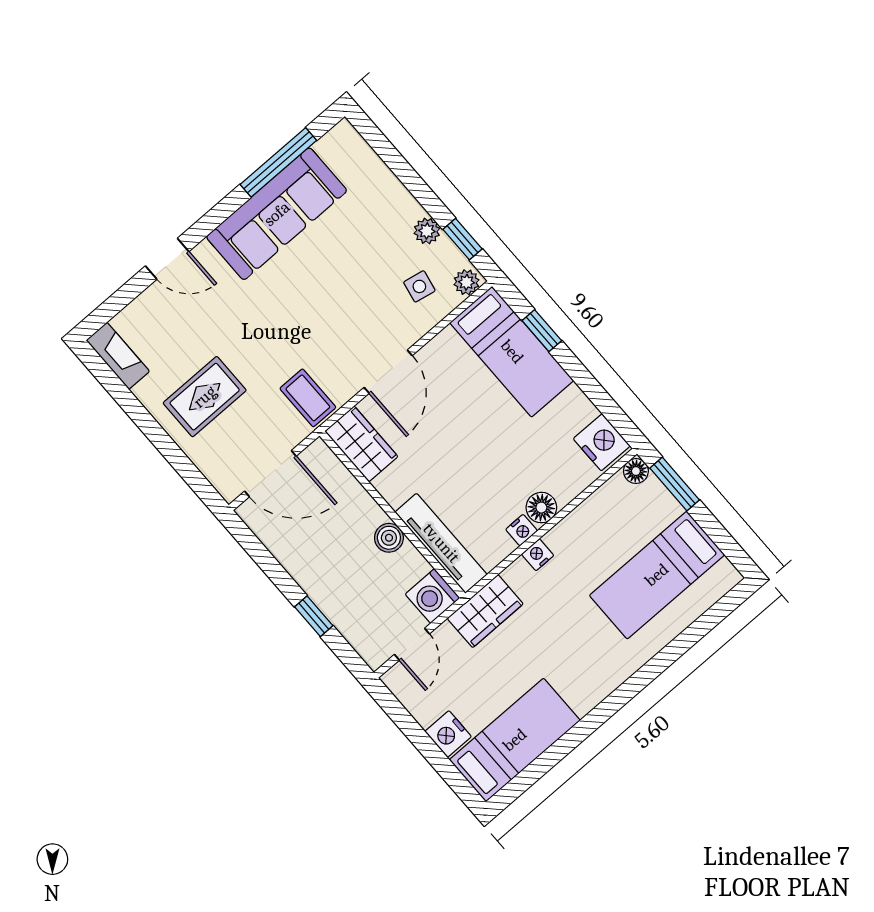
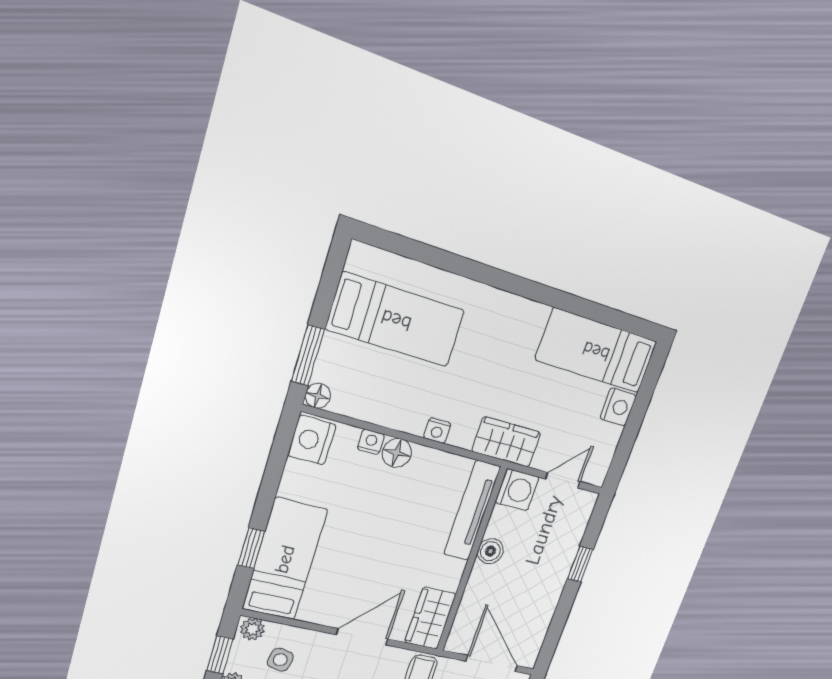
nightstand: (522, 530) -> (371, 442), moved

